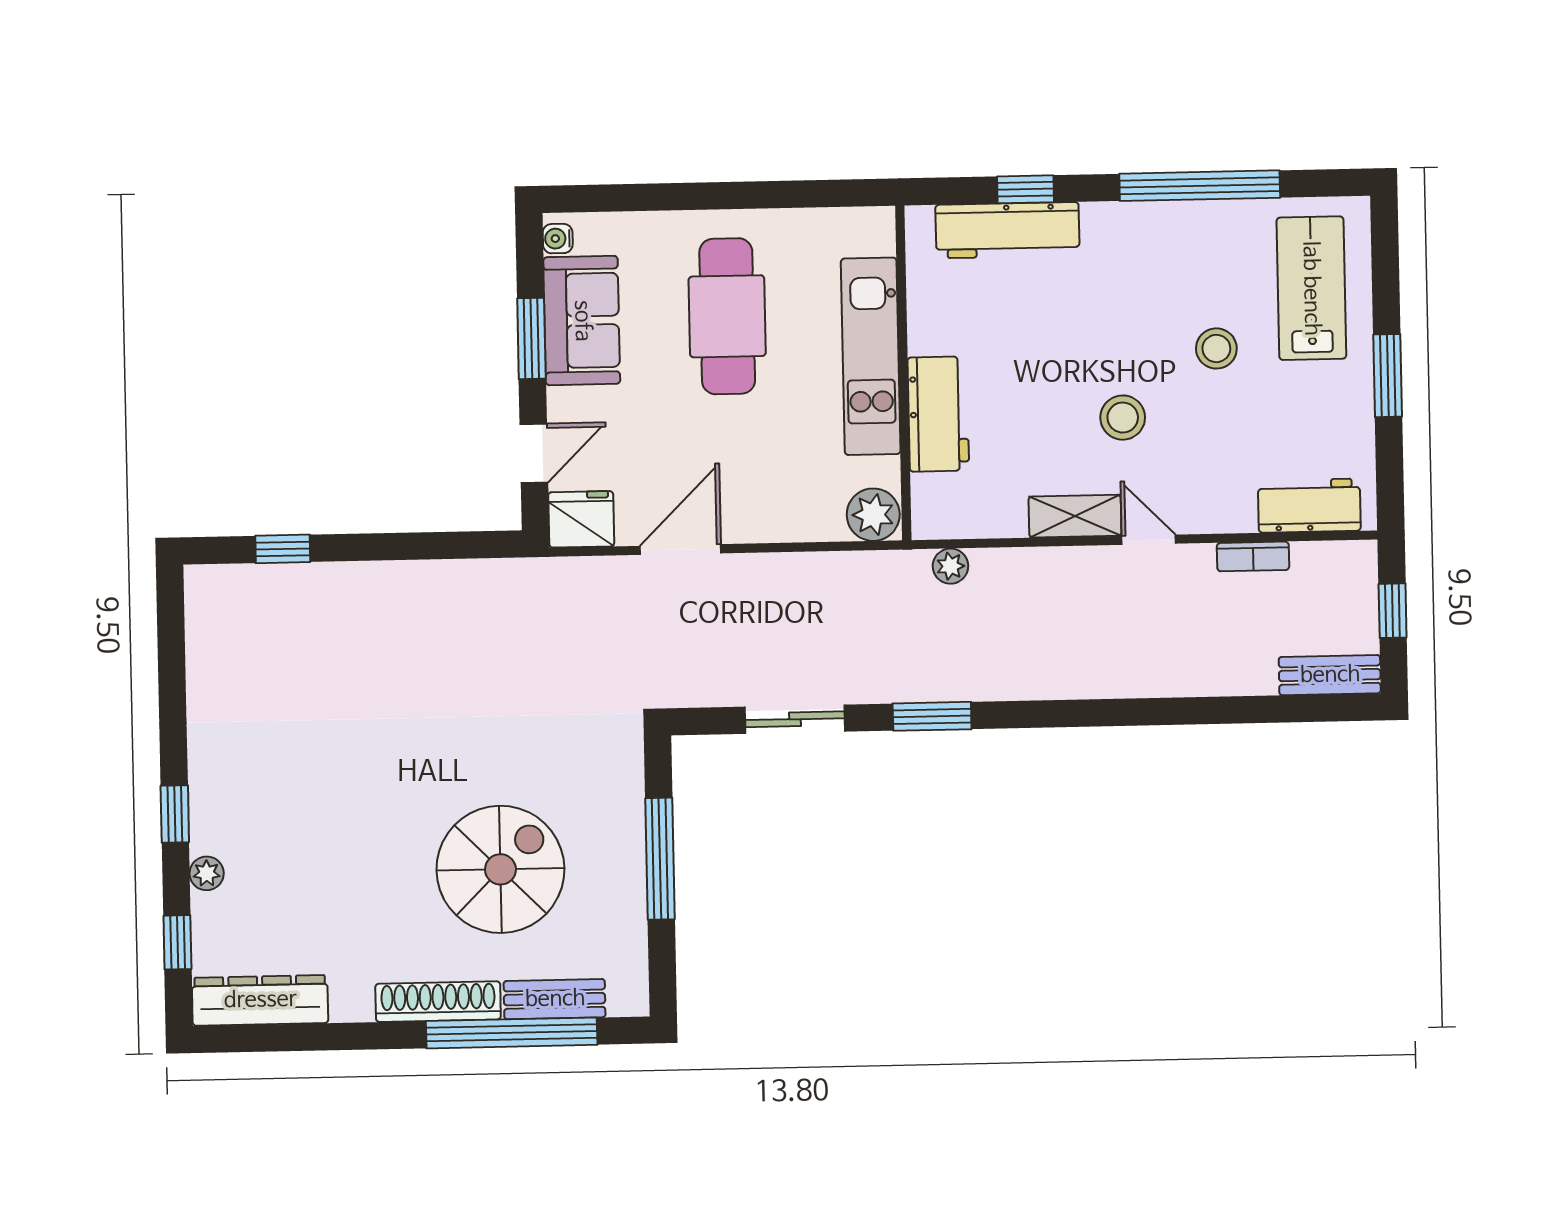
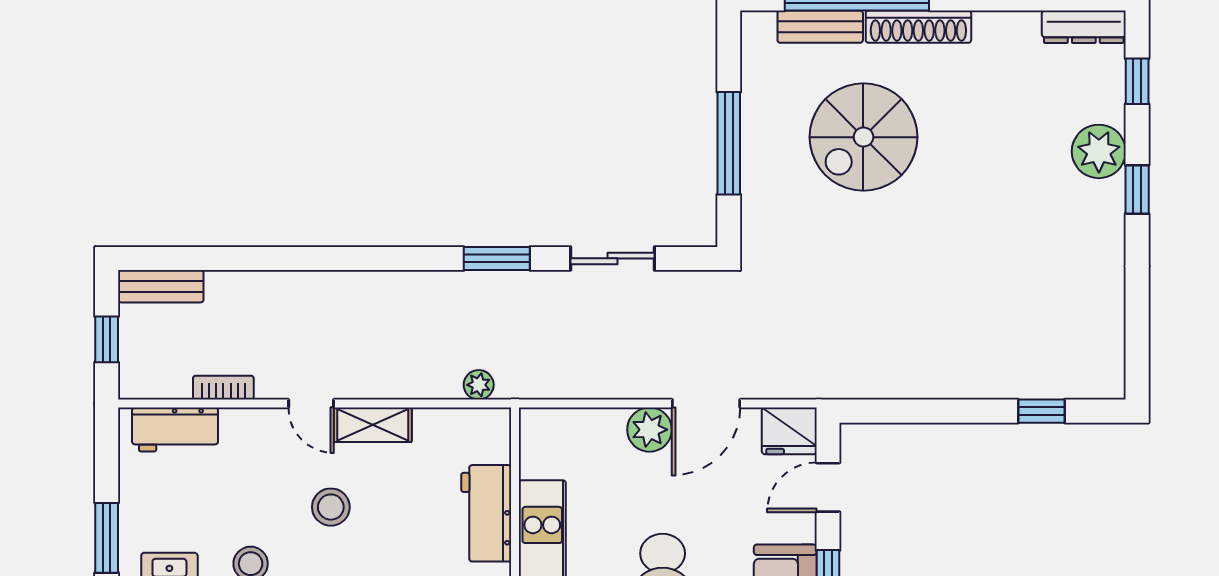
plant: (873, 515) -> (649, 430), moved
plant: (207, 873) -> (1099, 151), width x1.88, depth x1.88
dresser: (260, 1000) -> (1084, 27), width x0.73, depth x0.80

